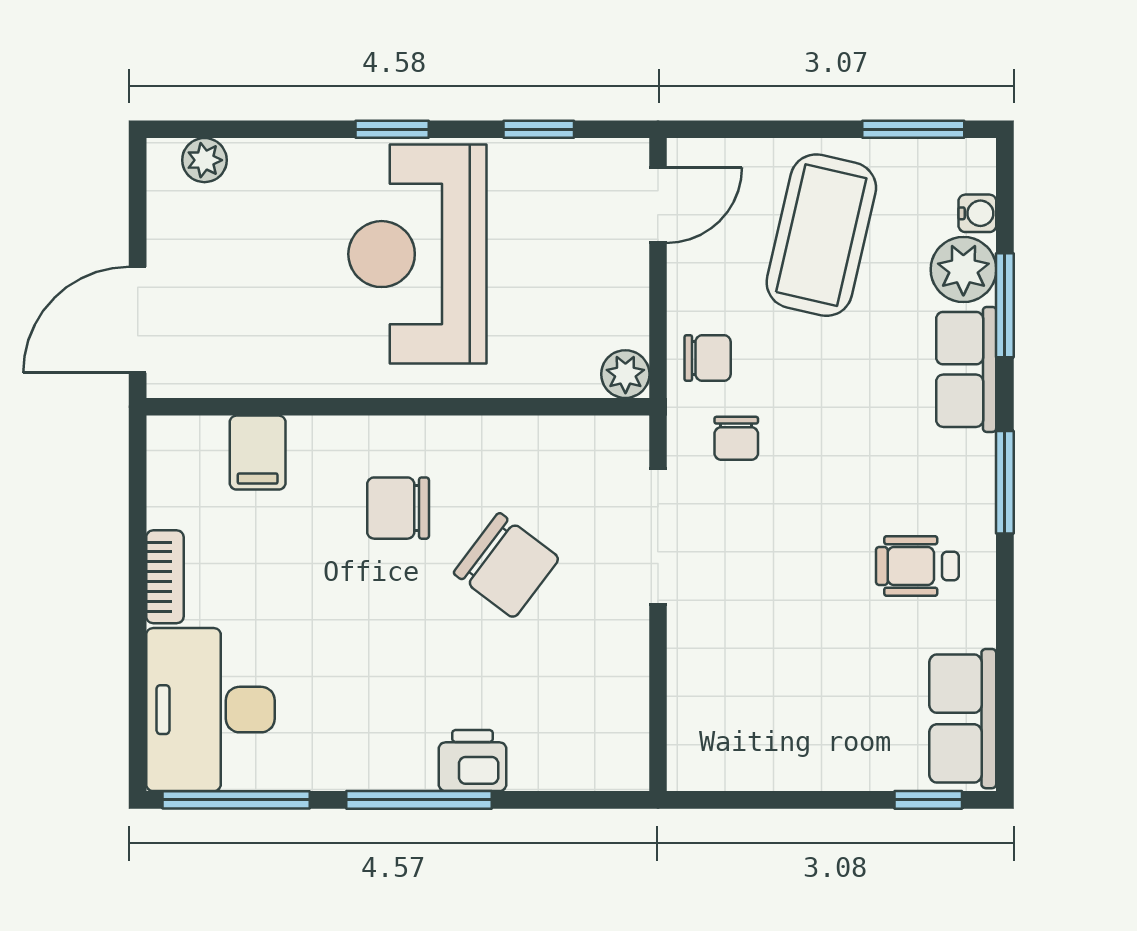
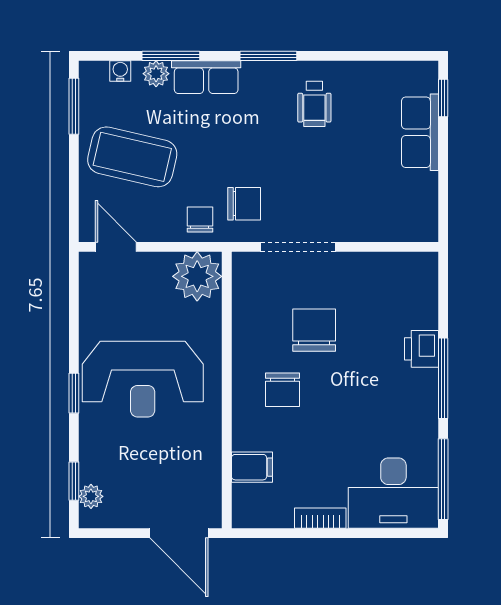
window: (539, 129) -> (74, 481), moved
plant: (963, 269) -> (156, 74), width x0.73, depth x0.73
plant: (625, 374) -> (197, 276), width x1.88, depth x1.88
chair: (736, 438) -> (244, 204), width x1.37, depth x1.37
chair: (506, 566) -> (314, 330), turned -37
row of seats: (963, 719) -> (420, 132), moved, turned 90

